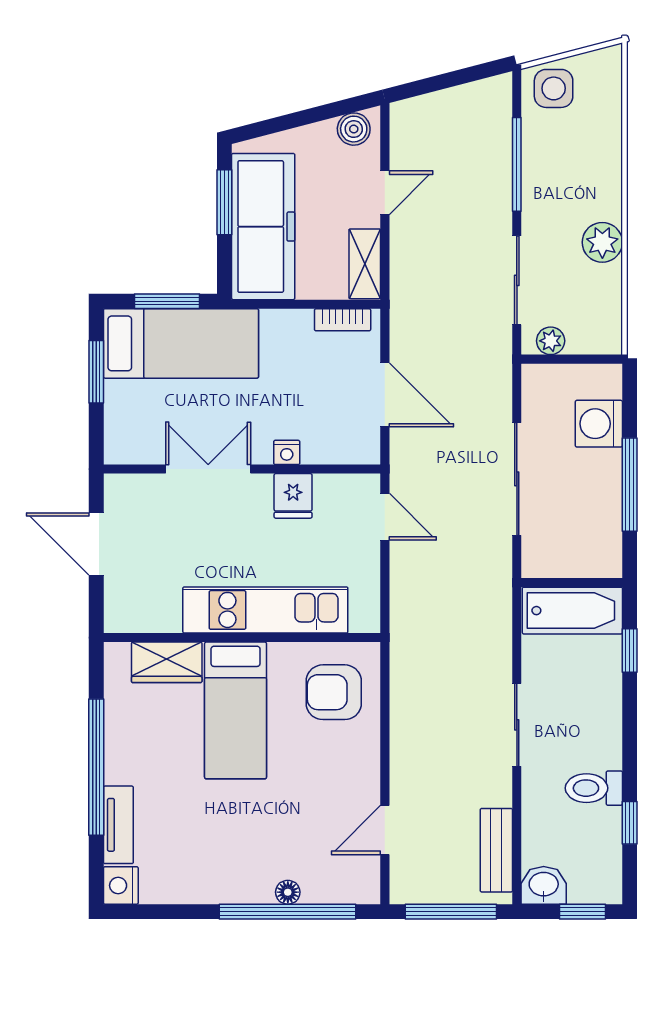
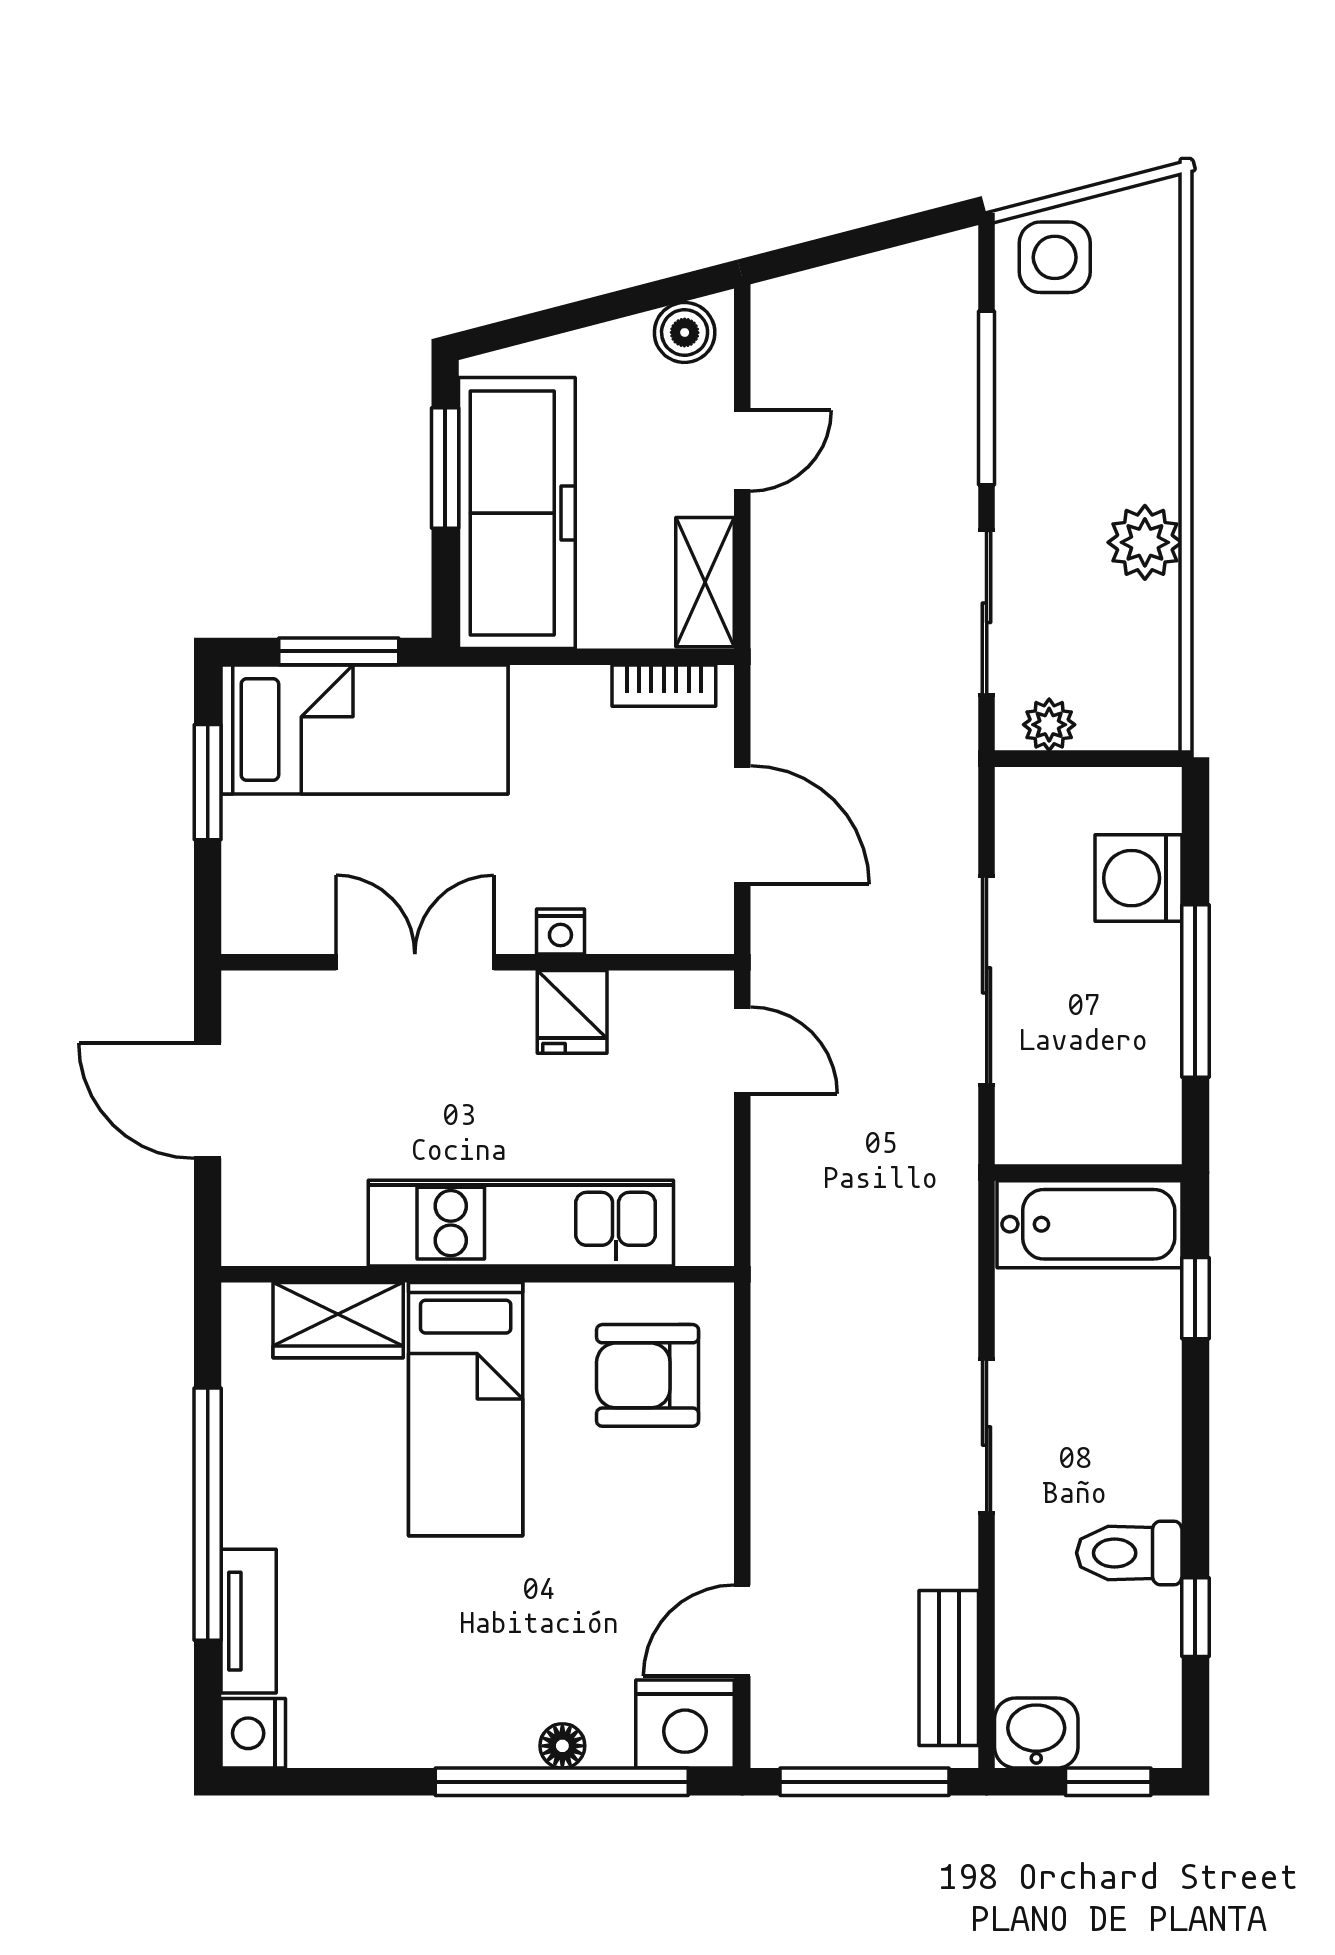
nightstand: (354, 880) -> (685, 1724), added

